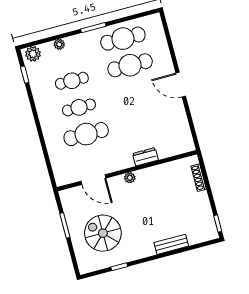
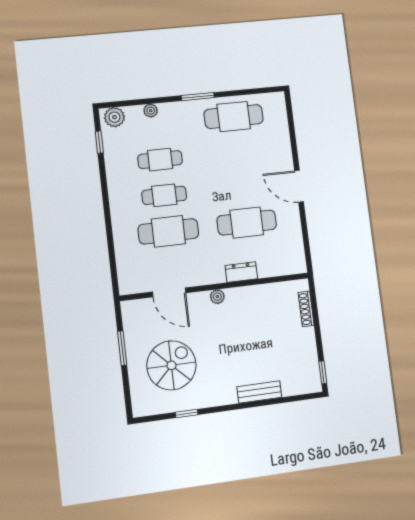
cafe table: (130, 65) -> (247, 223), moved
spiral stairs: (103, 233) -> (171, 365), turned 90

